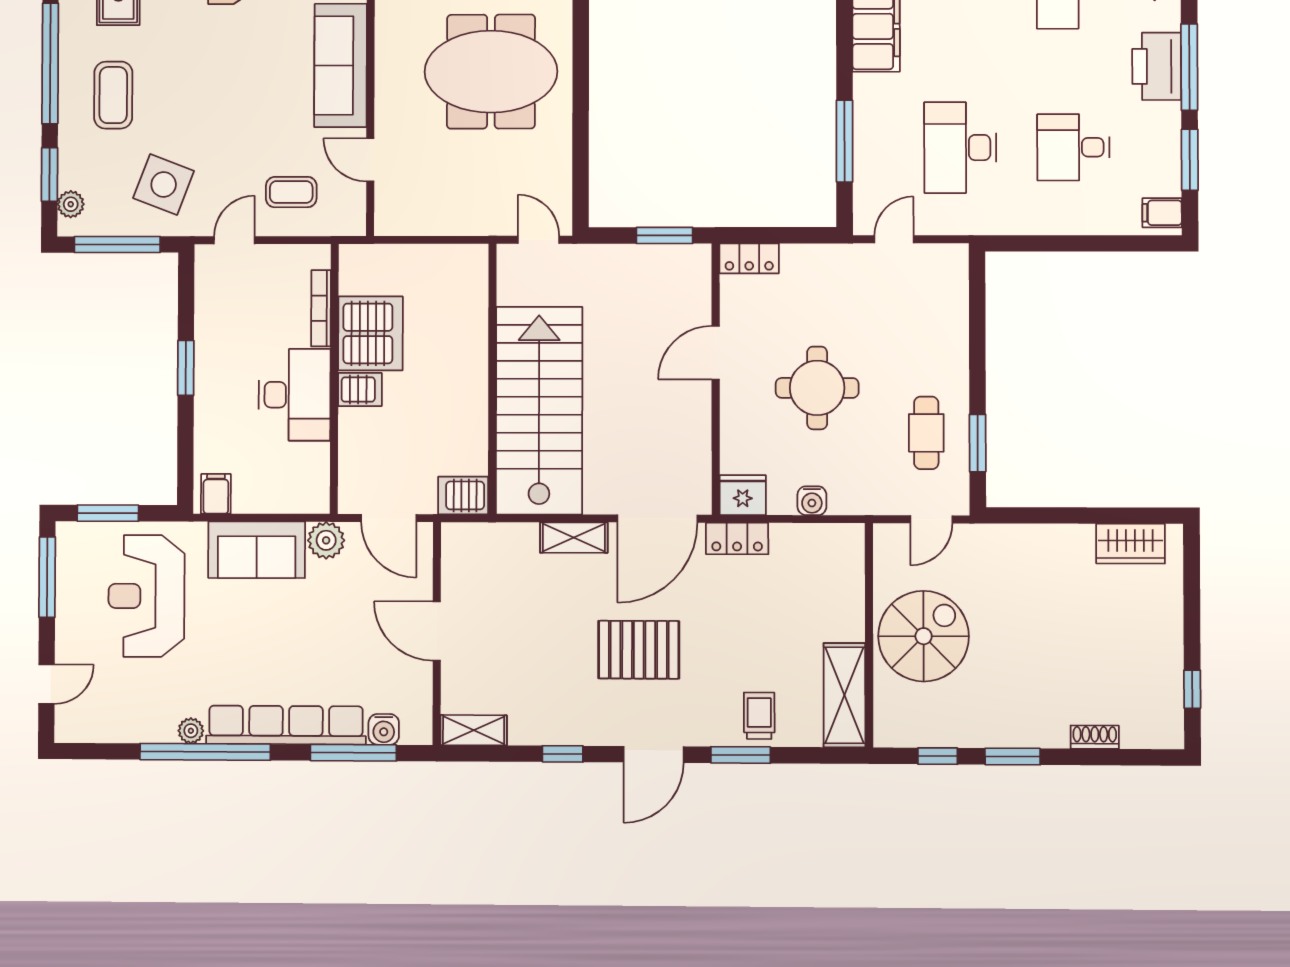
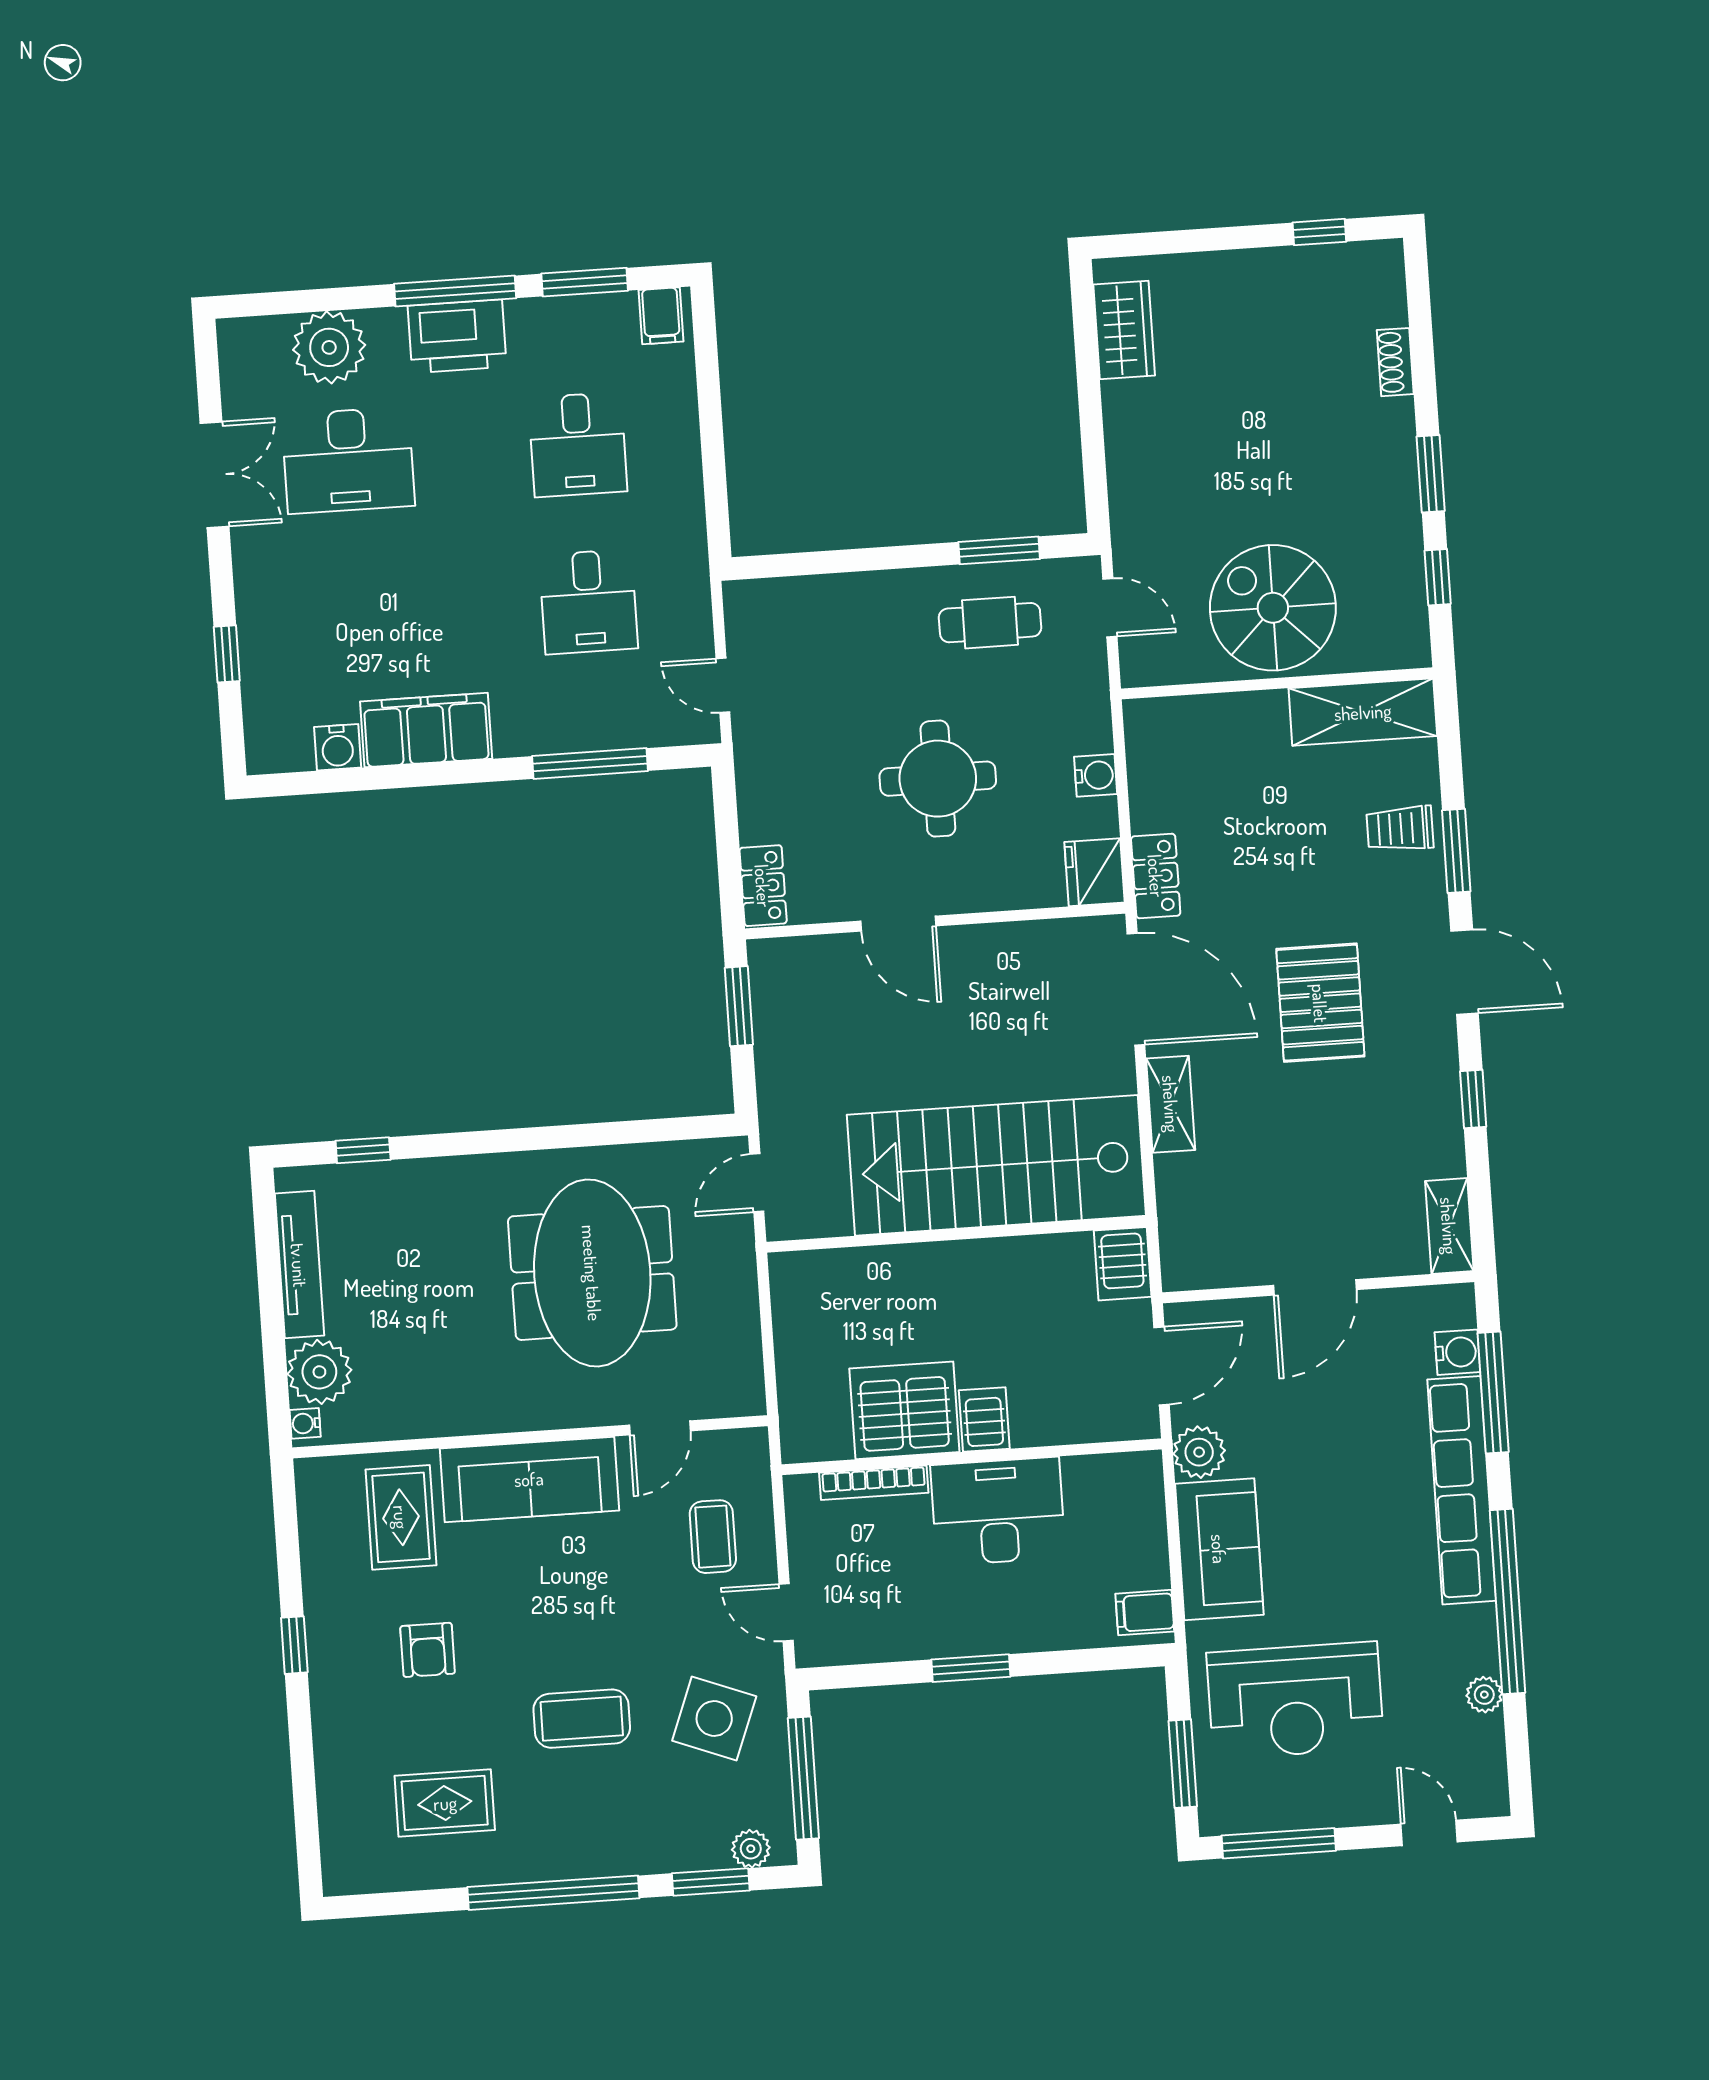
meeting table: (491, 72) -> (592, 1273), moved
coffee table: (113, 95) -> (582, 1719), moved
desk: (960, 148) -> (588, 602), width x0.73
plant: (191, 731) -> (1484, 1695), moved

